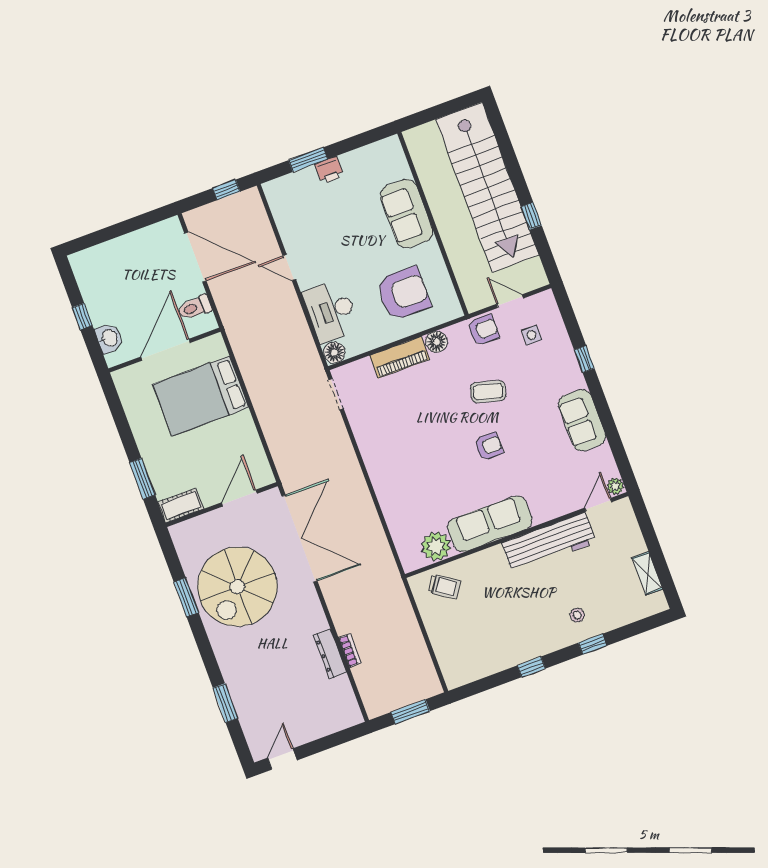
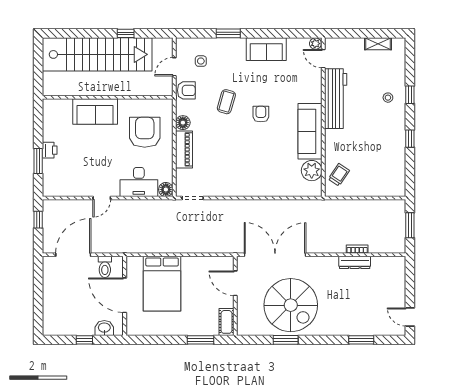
armchair: (483, 330) -> (186, 90), turned 90
window: (584, 359) -> (228, 33), width x1.50

